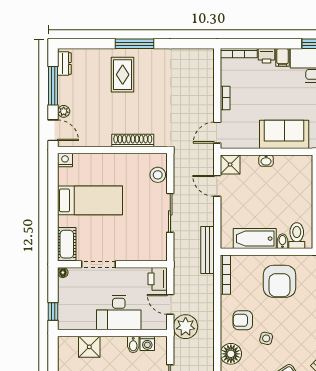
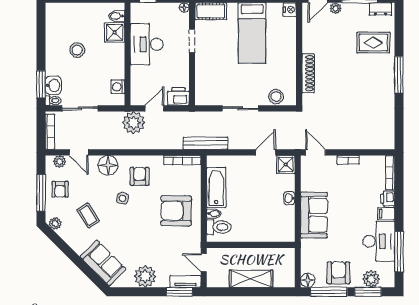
rug: (123, 75) -> (373, 43), moved
doorway: (98, 264) -> (192, 41), width x0.73
desk: (119, 313) -> (147, 44), moved
bidet: (133, 345) -> (117, 16), moved

